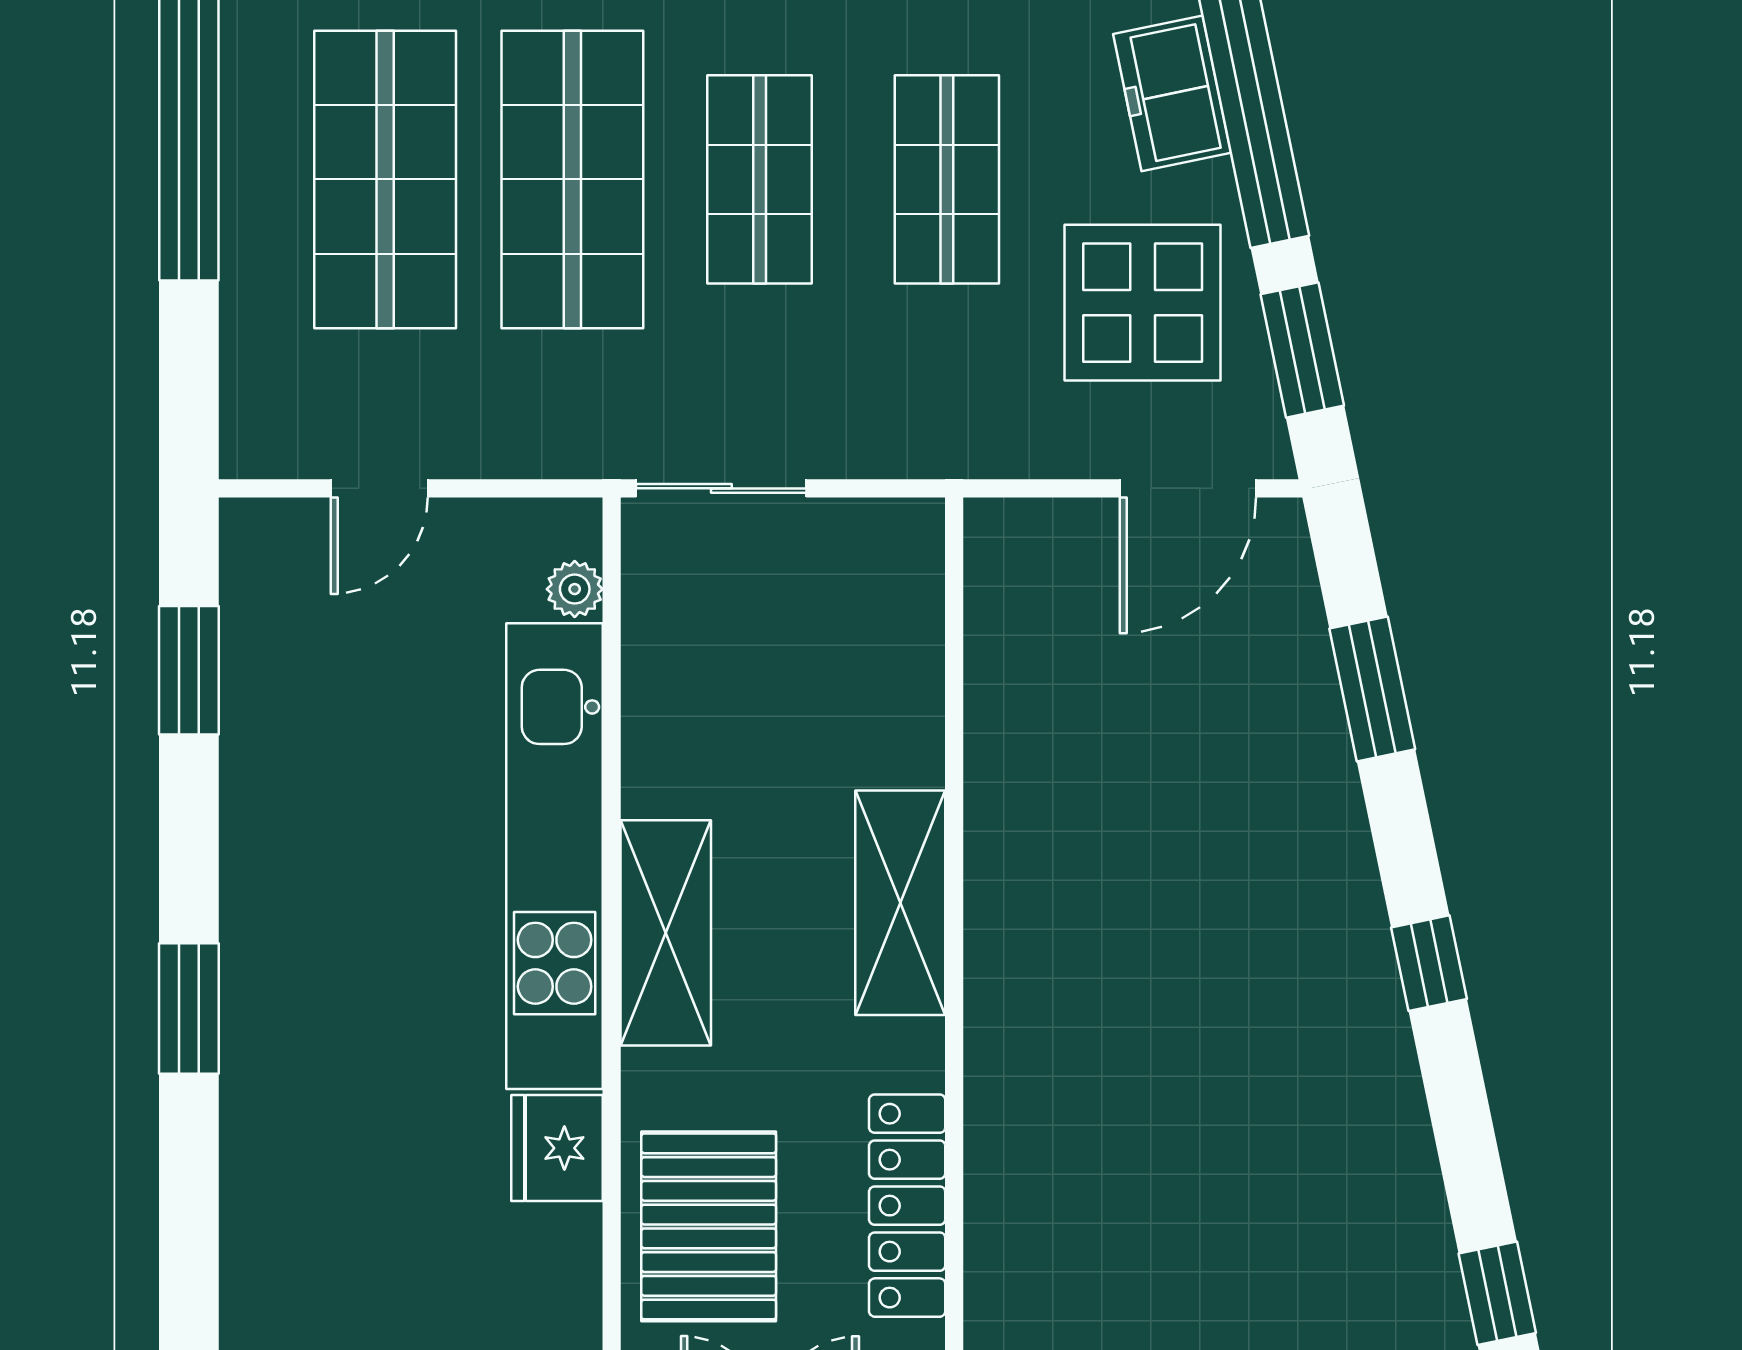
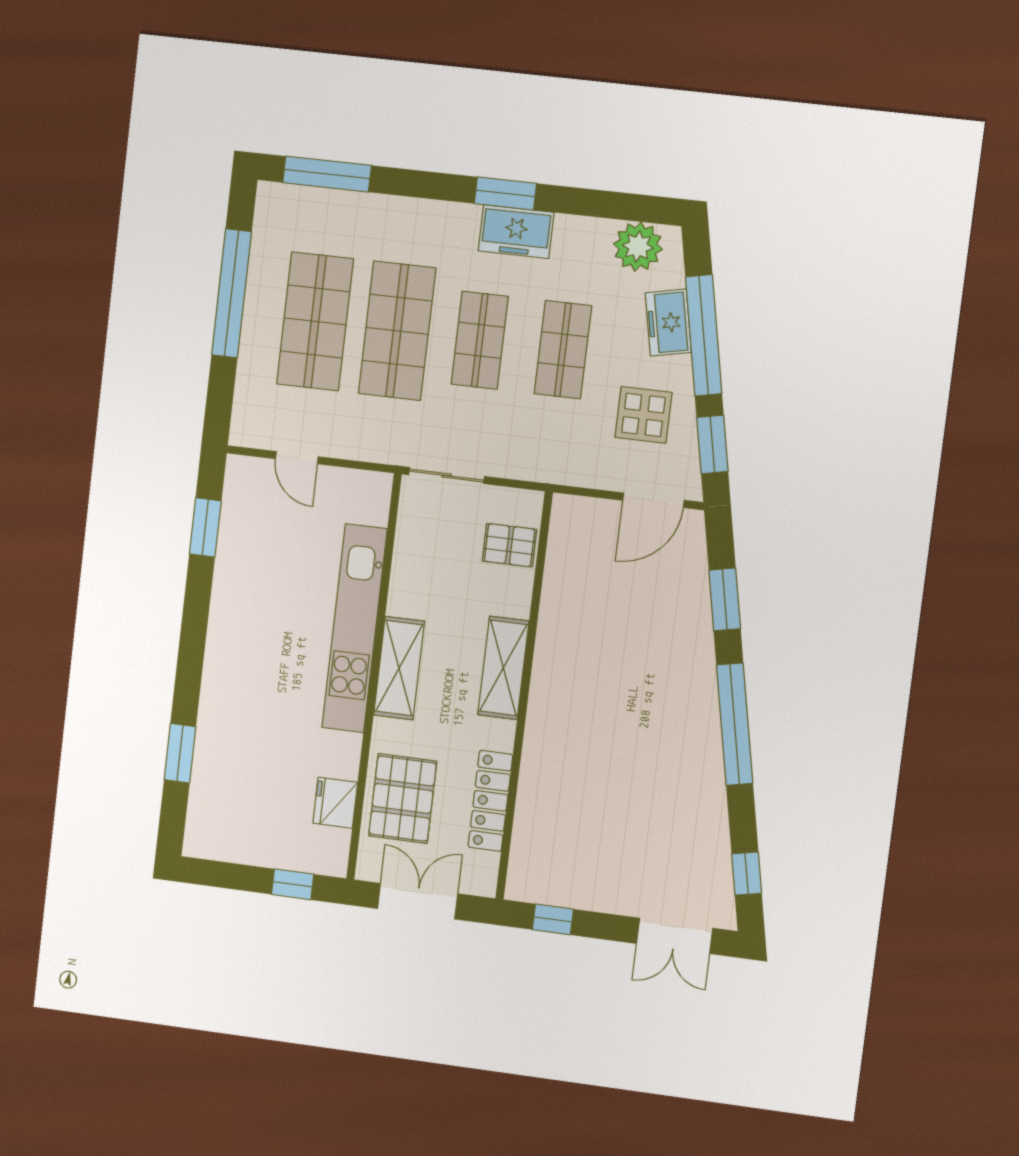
display table: (1143, 303) -> (643, 415), width x0.73, depth x0.73
door: (379, 488) -> (297, 458), hinge flipped
plant: (575, 589) -> (377, 512), removed
pallet: (881, 627) -> (509, 545), added
window: (1429, 963) -> (735, 724), width x3.17
window: (189, 1008) -> (180, 753), moved
fridge: (557, 1148) -> (335, 803), moved

